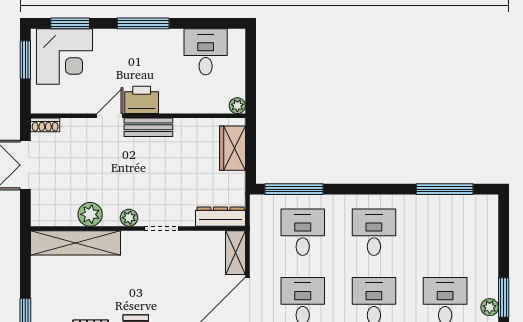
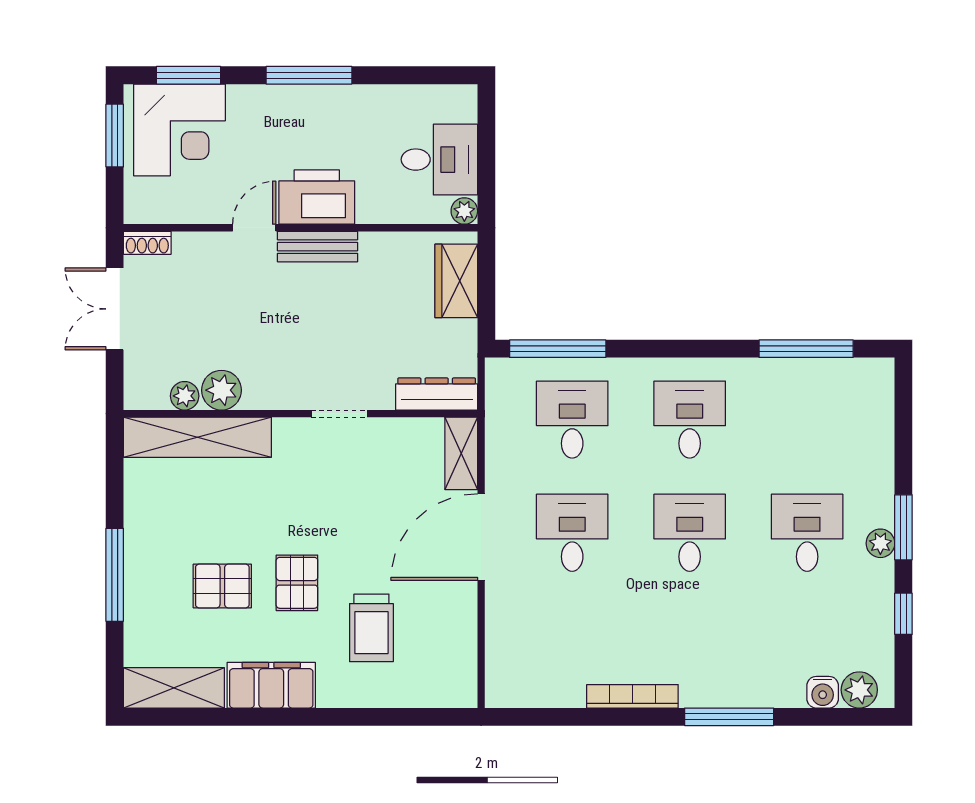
desk: (206, 52) -> (439, 160), moved, turned 90
printer: (142, 100) -> (317, 197), width x1.37, depth x1.19
plant: (129, 218) -> (185, 396), moved

